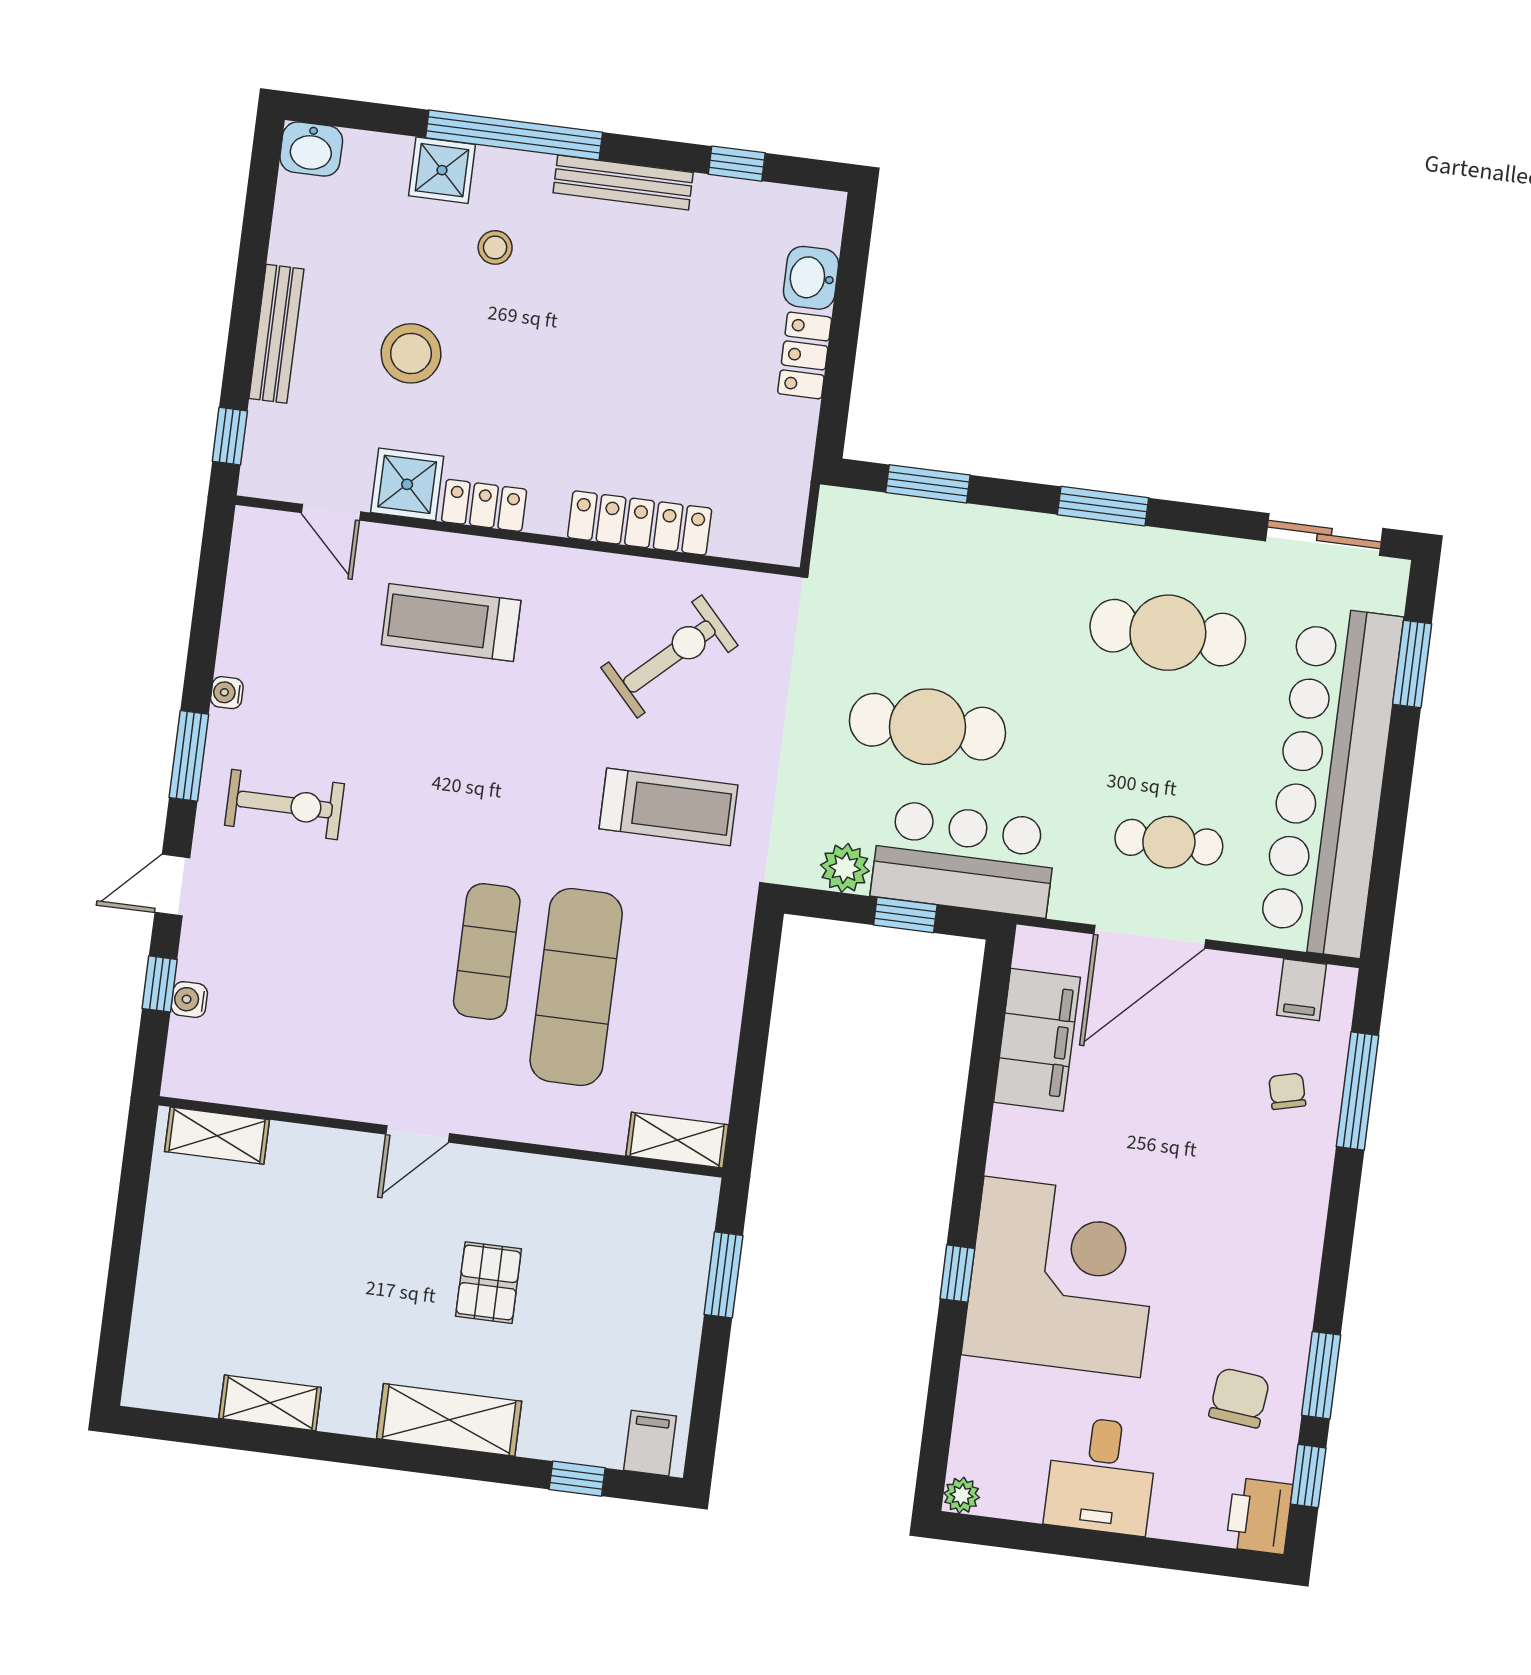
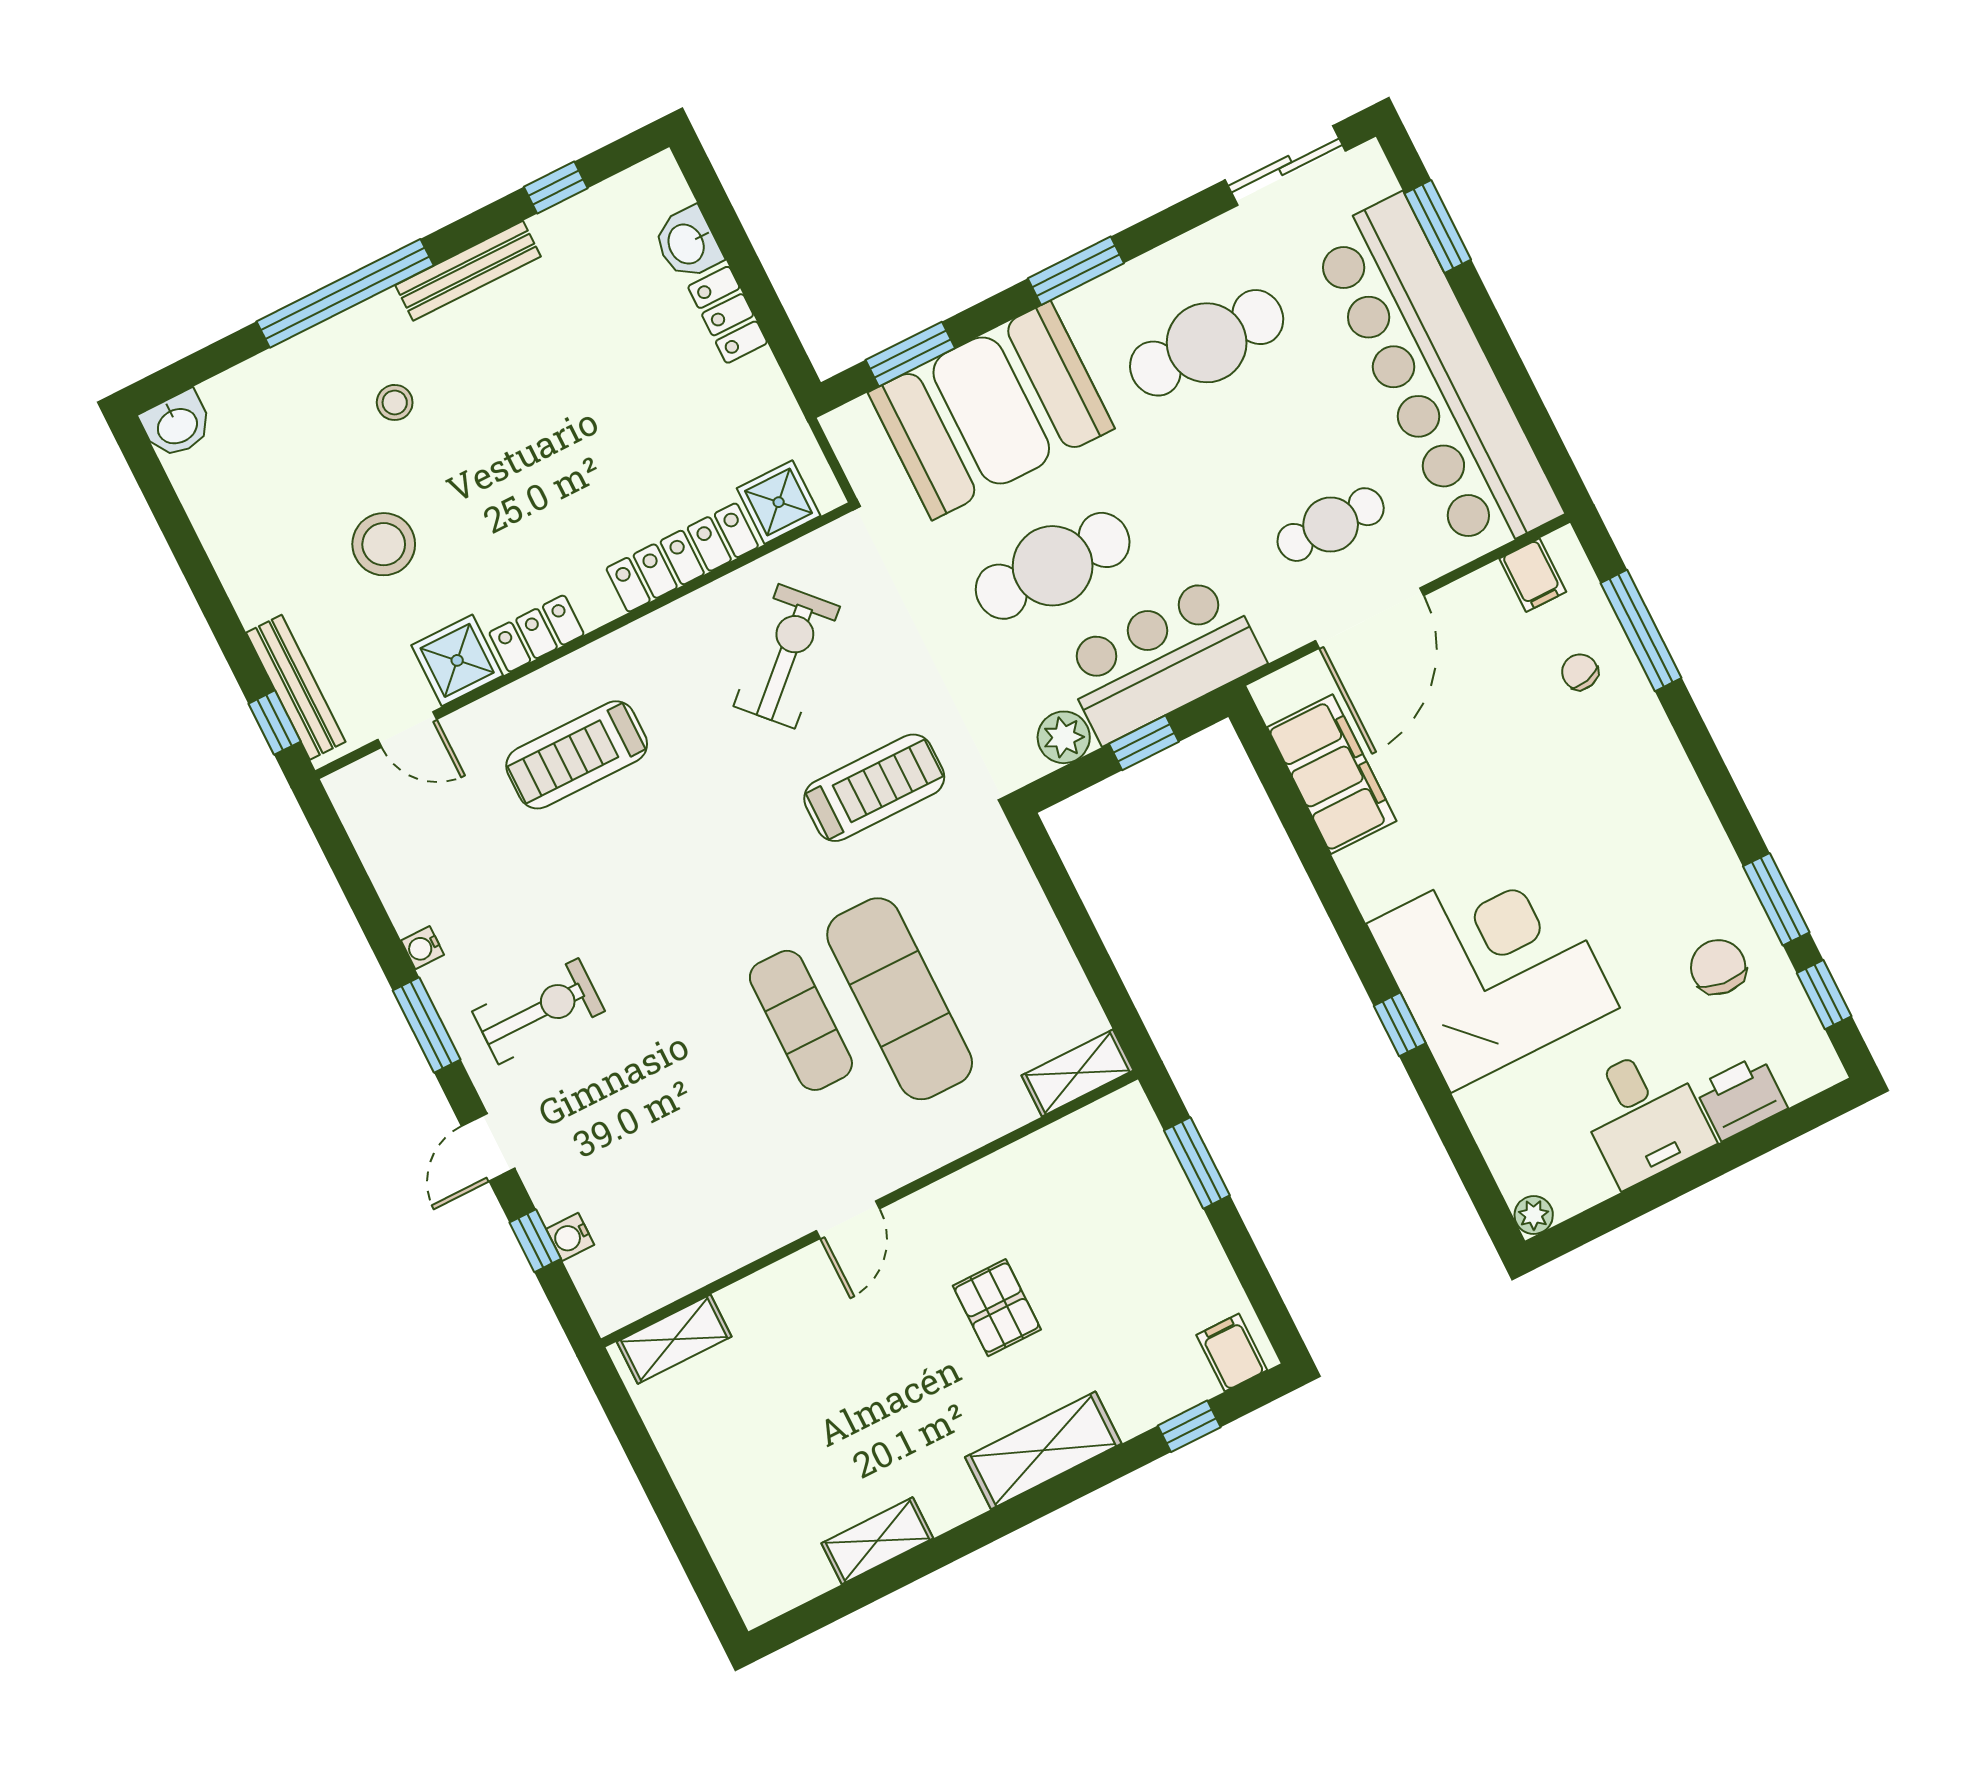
shower: (442, 170) -> (779, 502), moved
bench: (276, 334) -> (296, 687), moved
booth: (962, 571) -> (991, 411), added
printer: (1259, 1516) -> (1741, 1098), moved, turned 90

